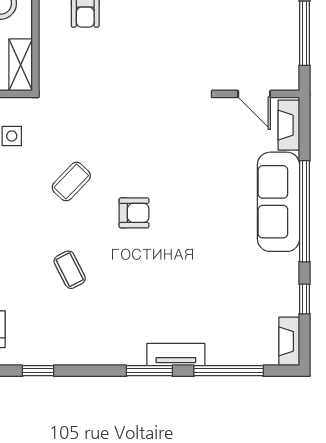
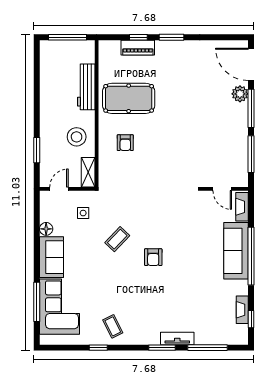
armchair: (134, 213) -> (153, 257), turned 90
coffee table: (70, 270) -> (113, 326), moved
window: (304, 299) -> (251, 319), moved
fireplace: (289, 341) -> (242, 310), moved

